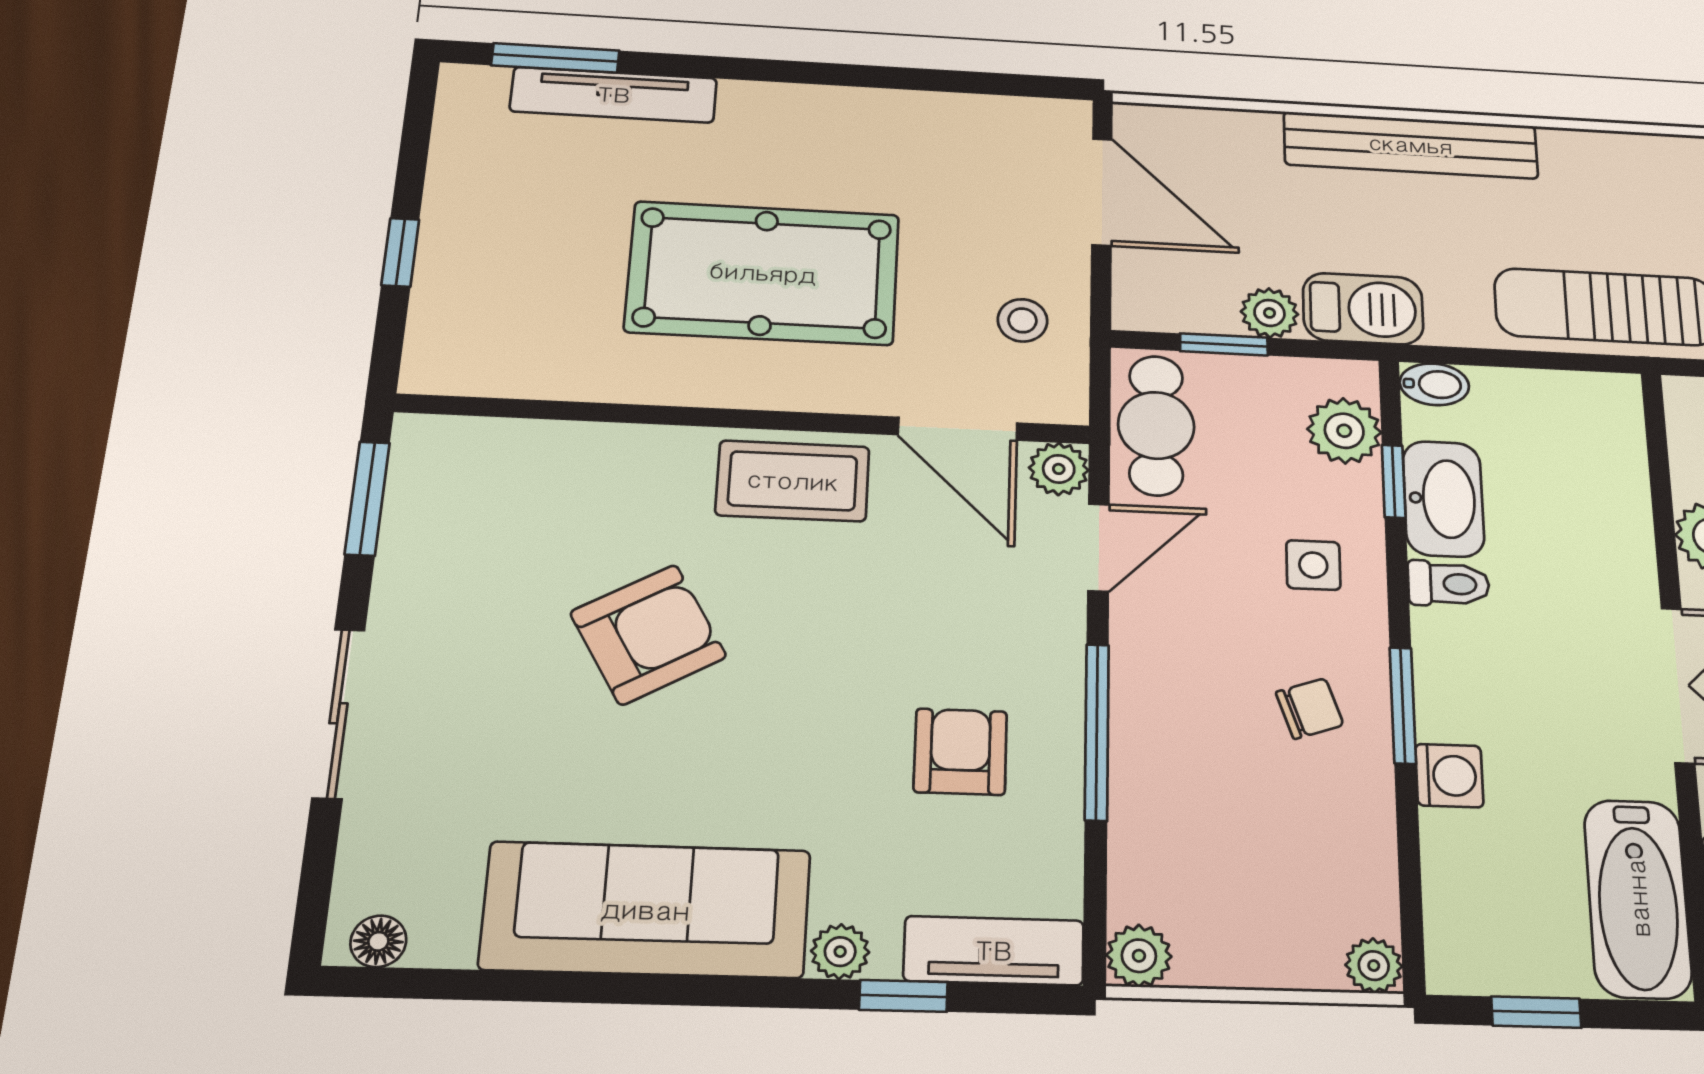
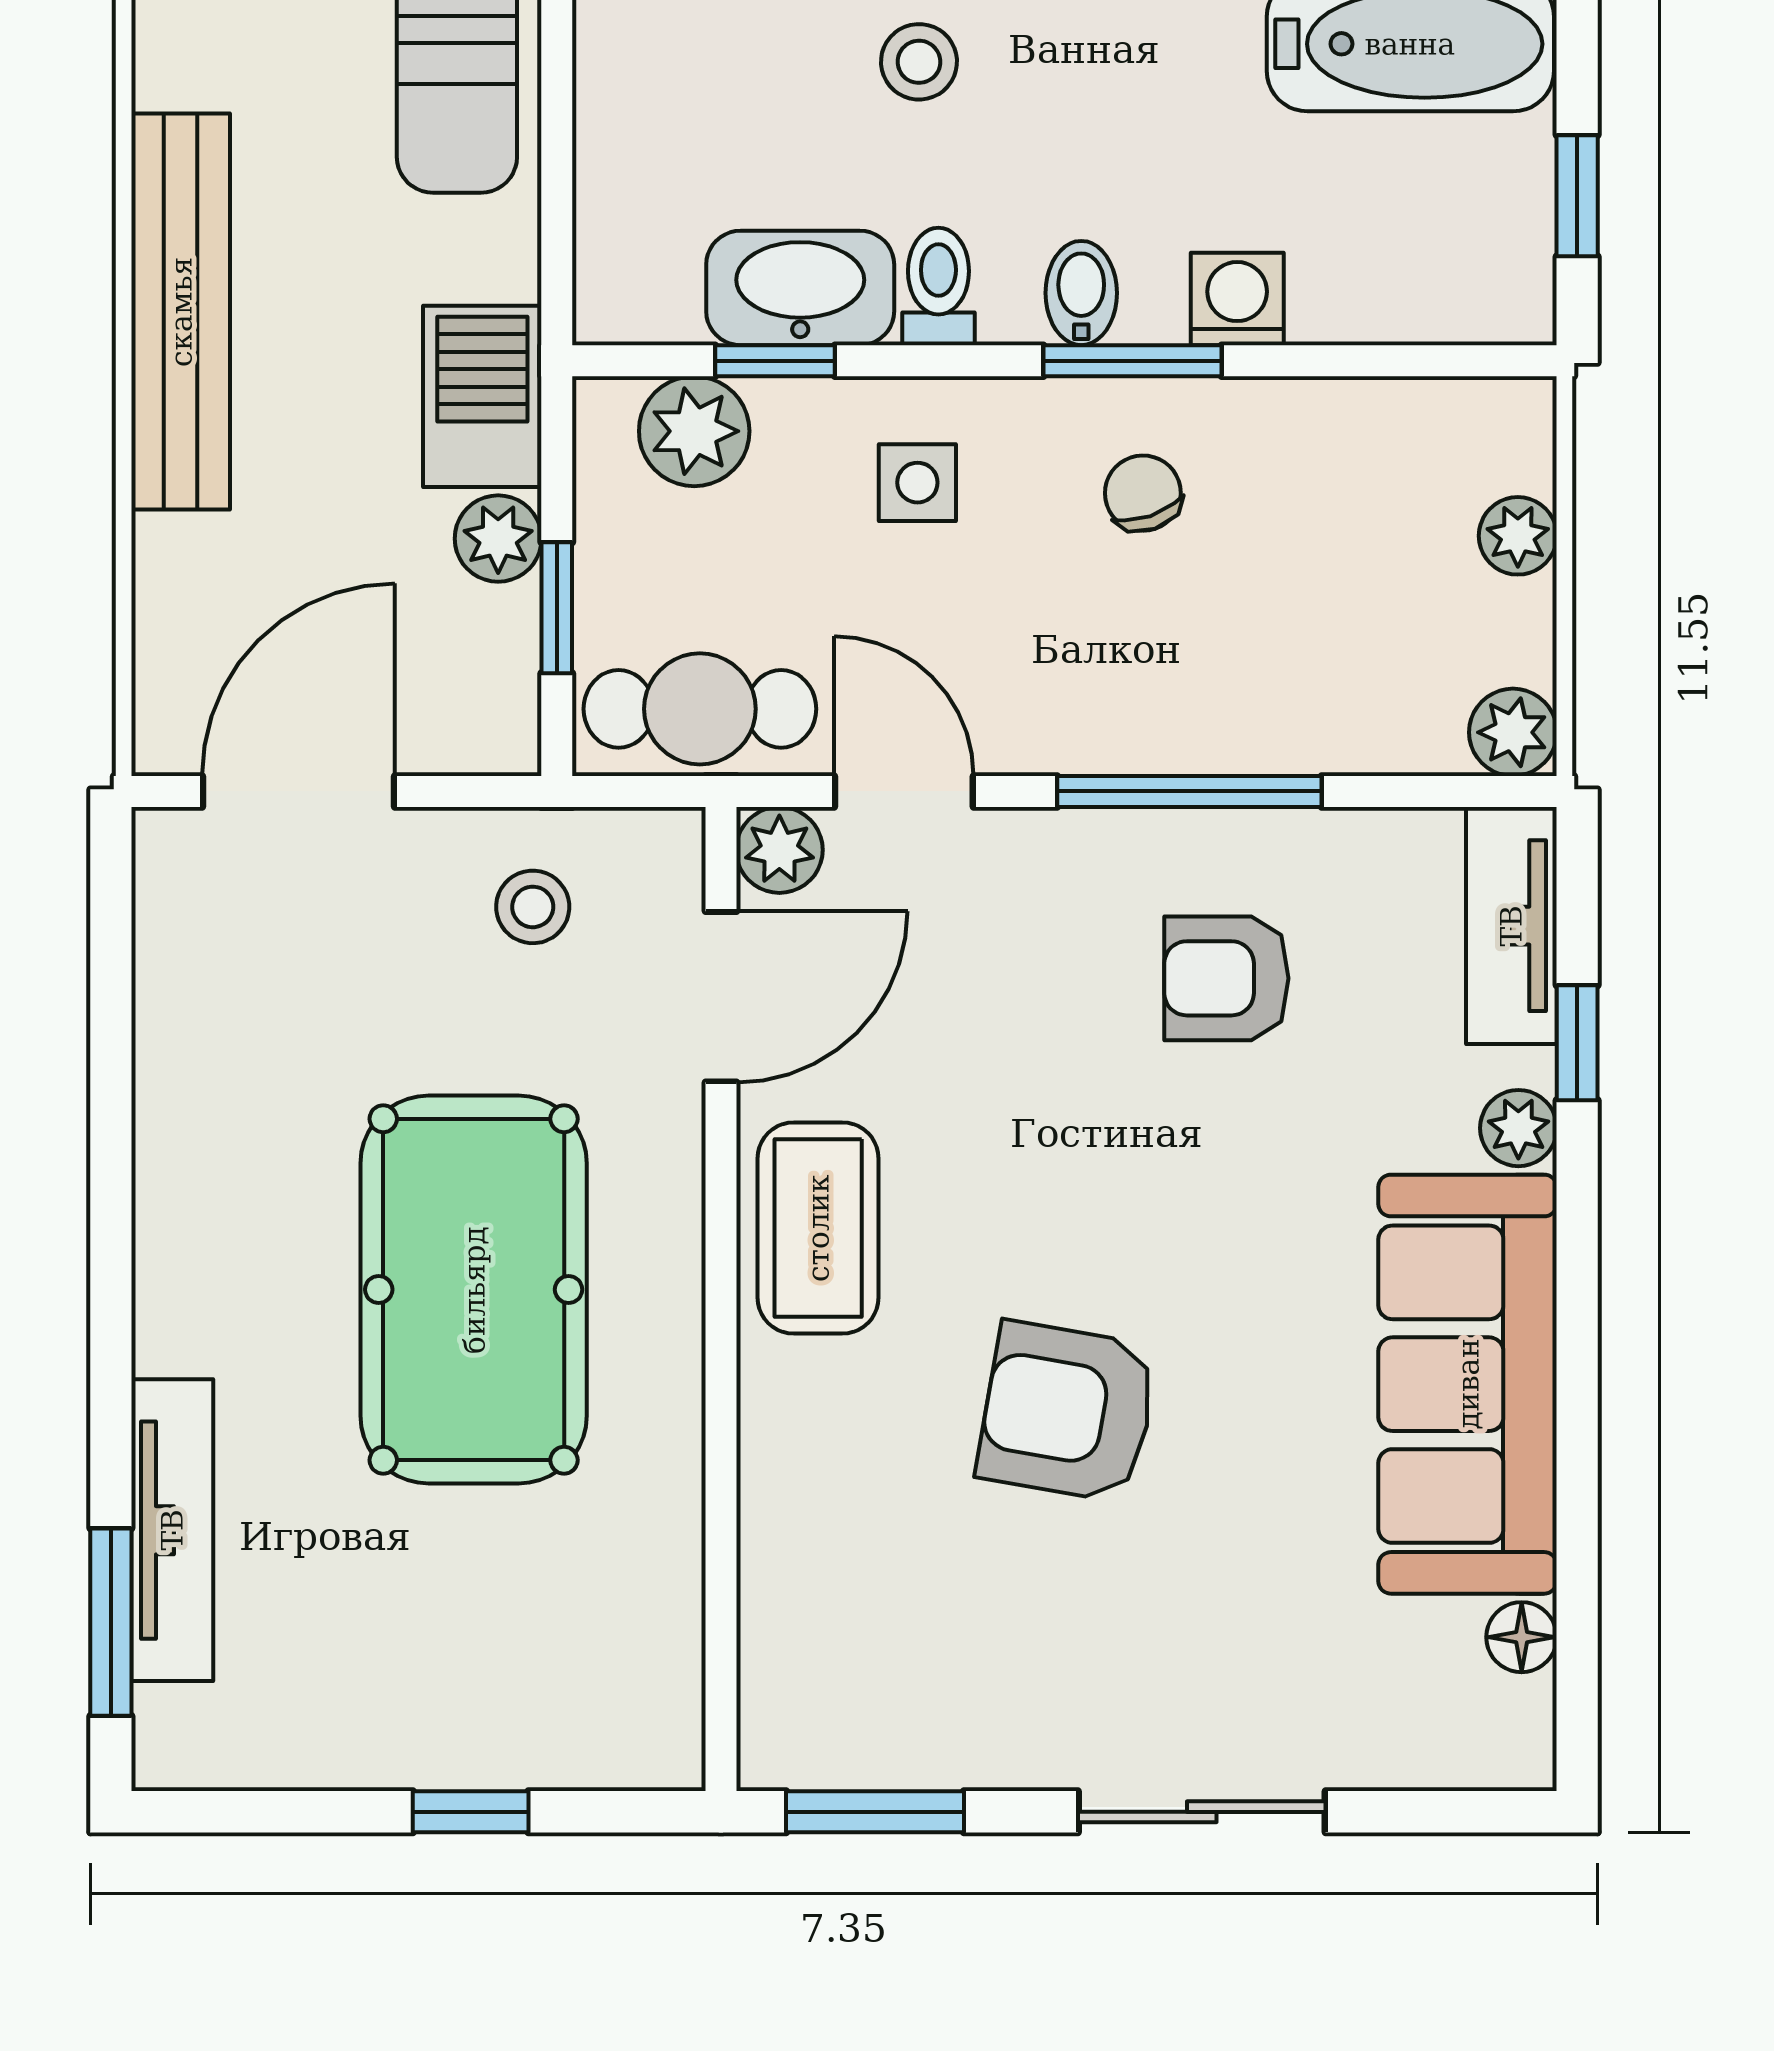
bidet: (1434, 384) -> (1081, 293), moved
stool: (1601, 578) -> (919, 62), added
armchair: (648, 634) -> (1068, 1412), turned -50
floor lamp: (378, 941) -> (1522, 1637), moved
plant: (1374, 966) -> (1518, 536), moved

